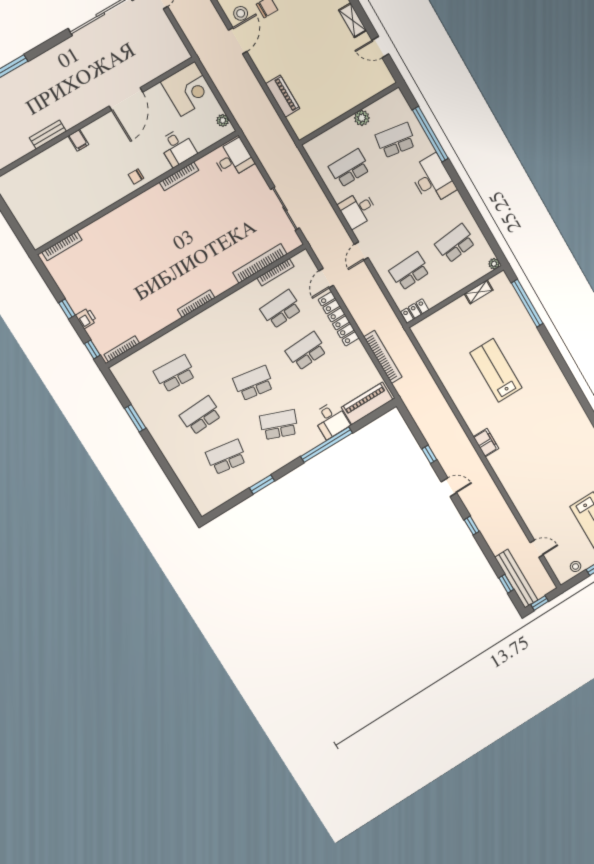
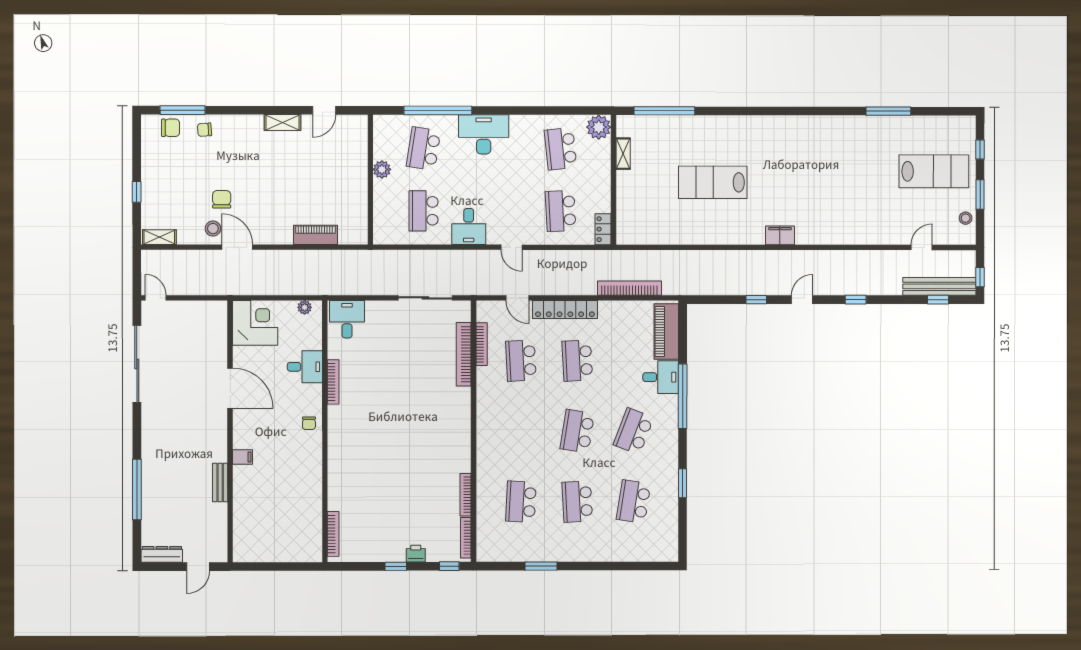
plant: (494, 264) -> (599, 127), width x1.87, depth x1.87
bookcase: (196, 304) -> (466, 495), moved

